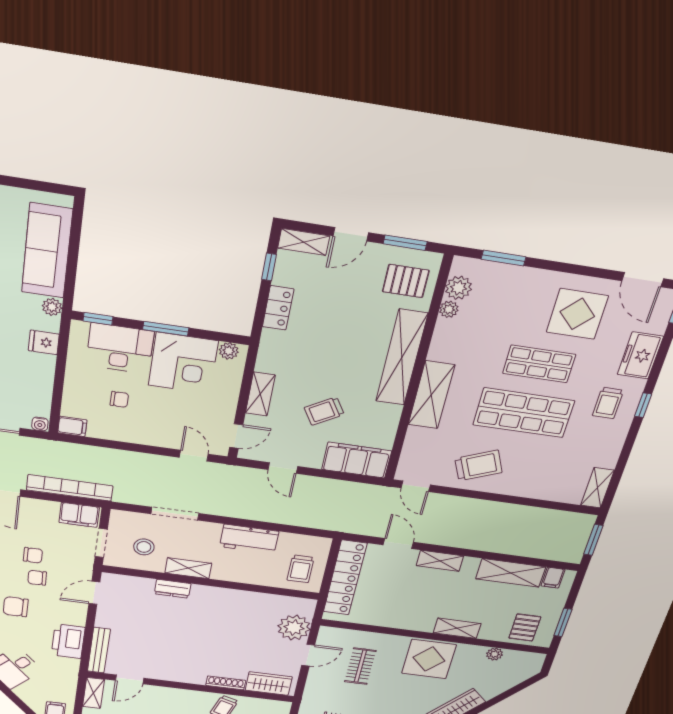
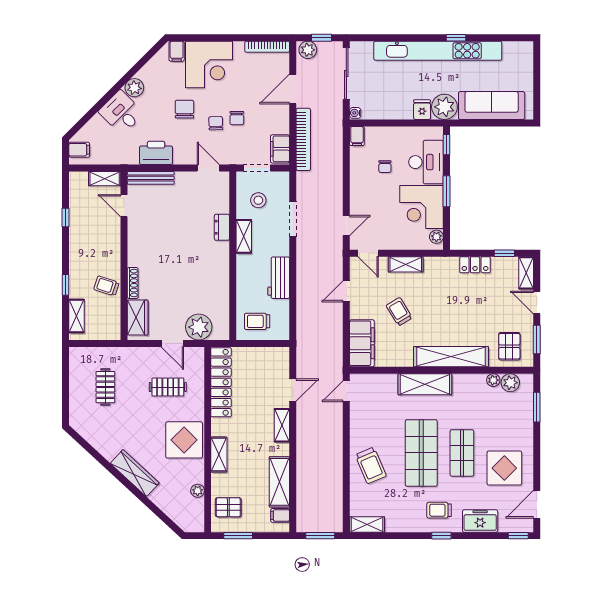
plant: (52, 307) -> (444, 107), width x1.88, depth x1.88
trolley: (479, 465) -> (371, 465), moved
locker: (345, 578) -> (221, 382), moved, turned -90

